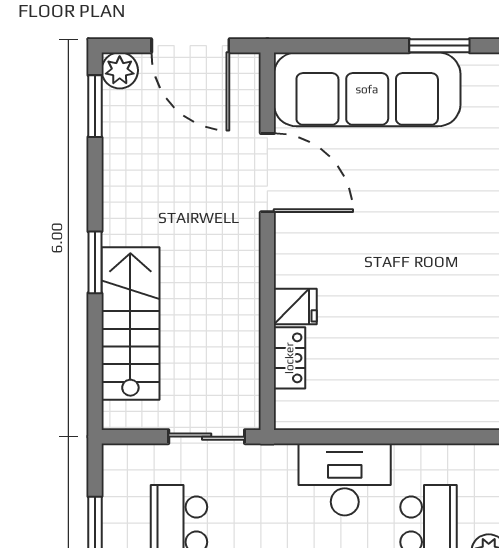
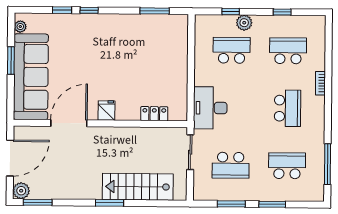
window: (439, 46) -> (11, 61), moved
plant: (476, 65) -> (20, 27), added
fridge: (295, 306) -> (106, 111), moved
desk: (345, 479) -> (210, 108), moved

